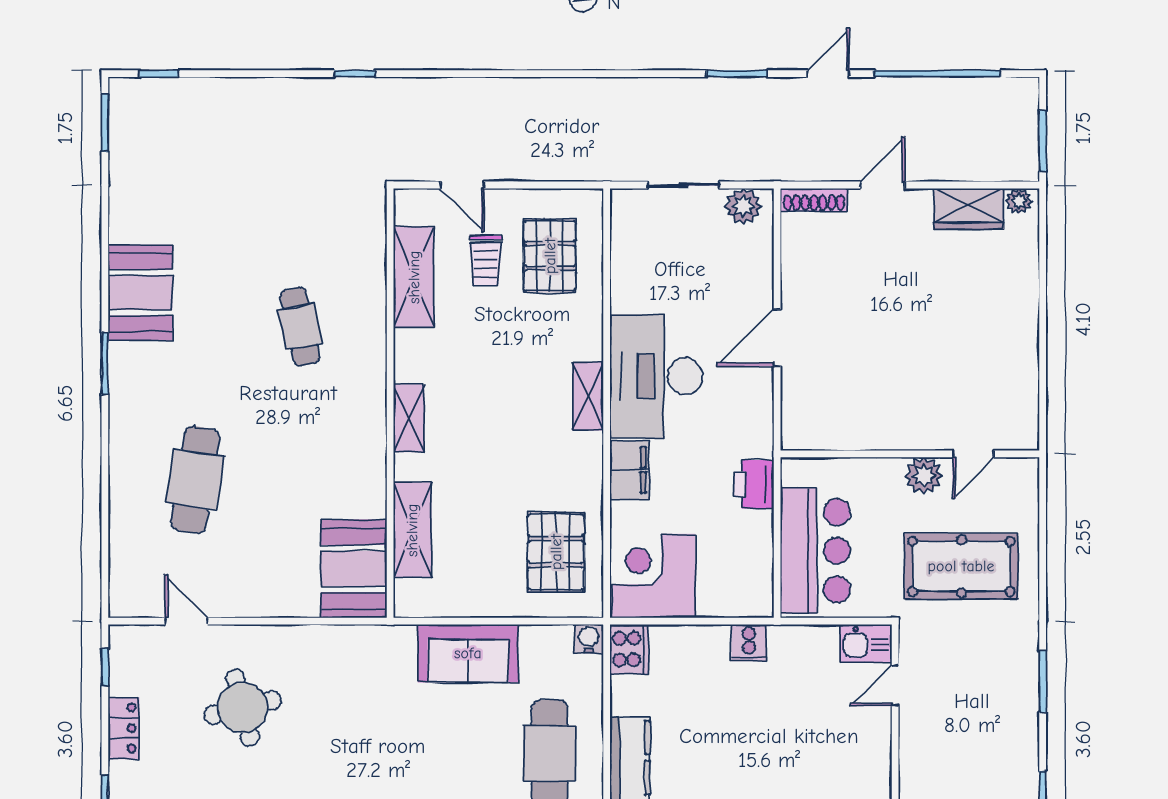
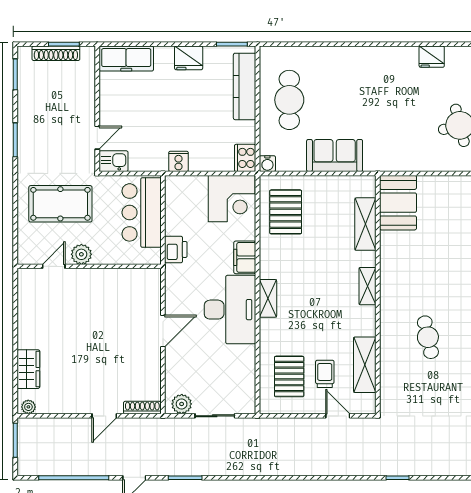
wardrobe: (969, 209) -> (28, 369), moved, turned 90

